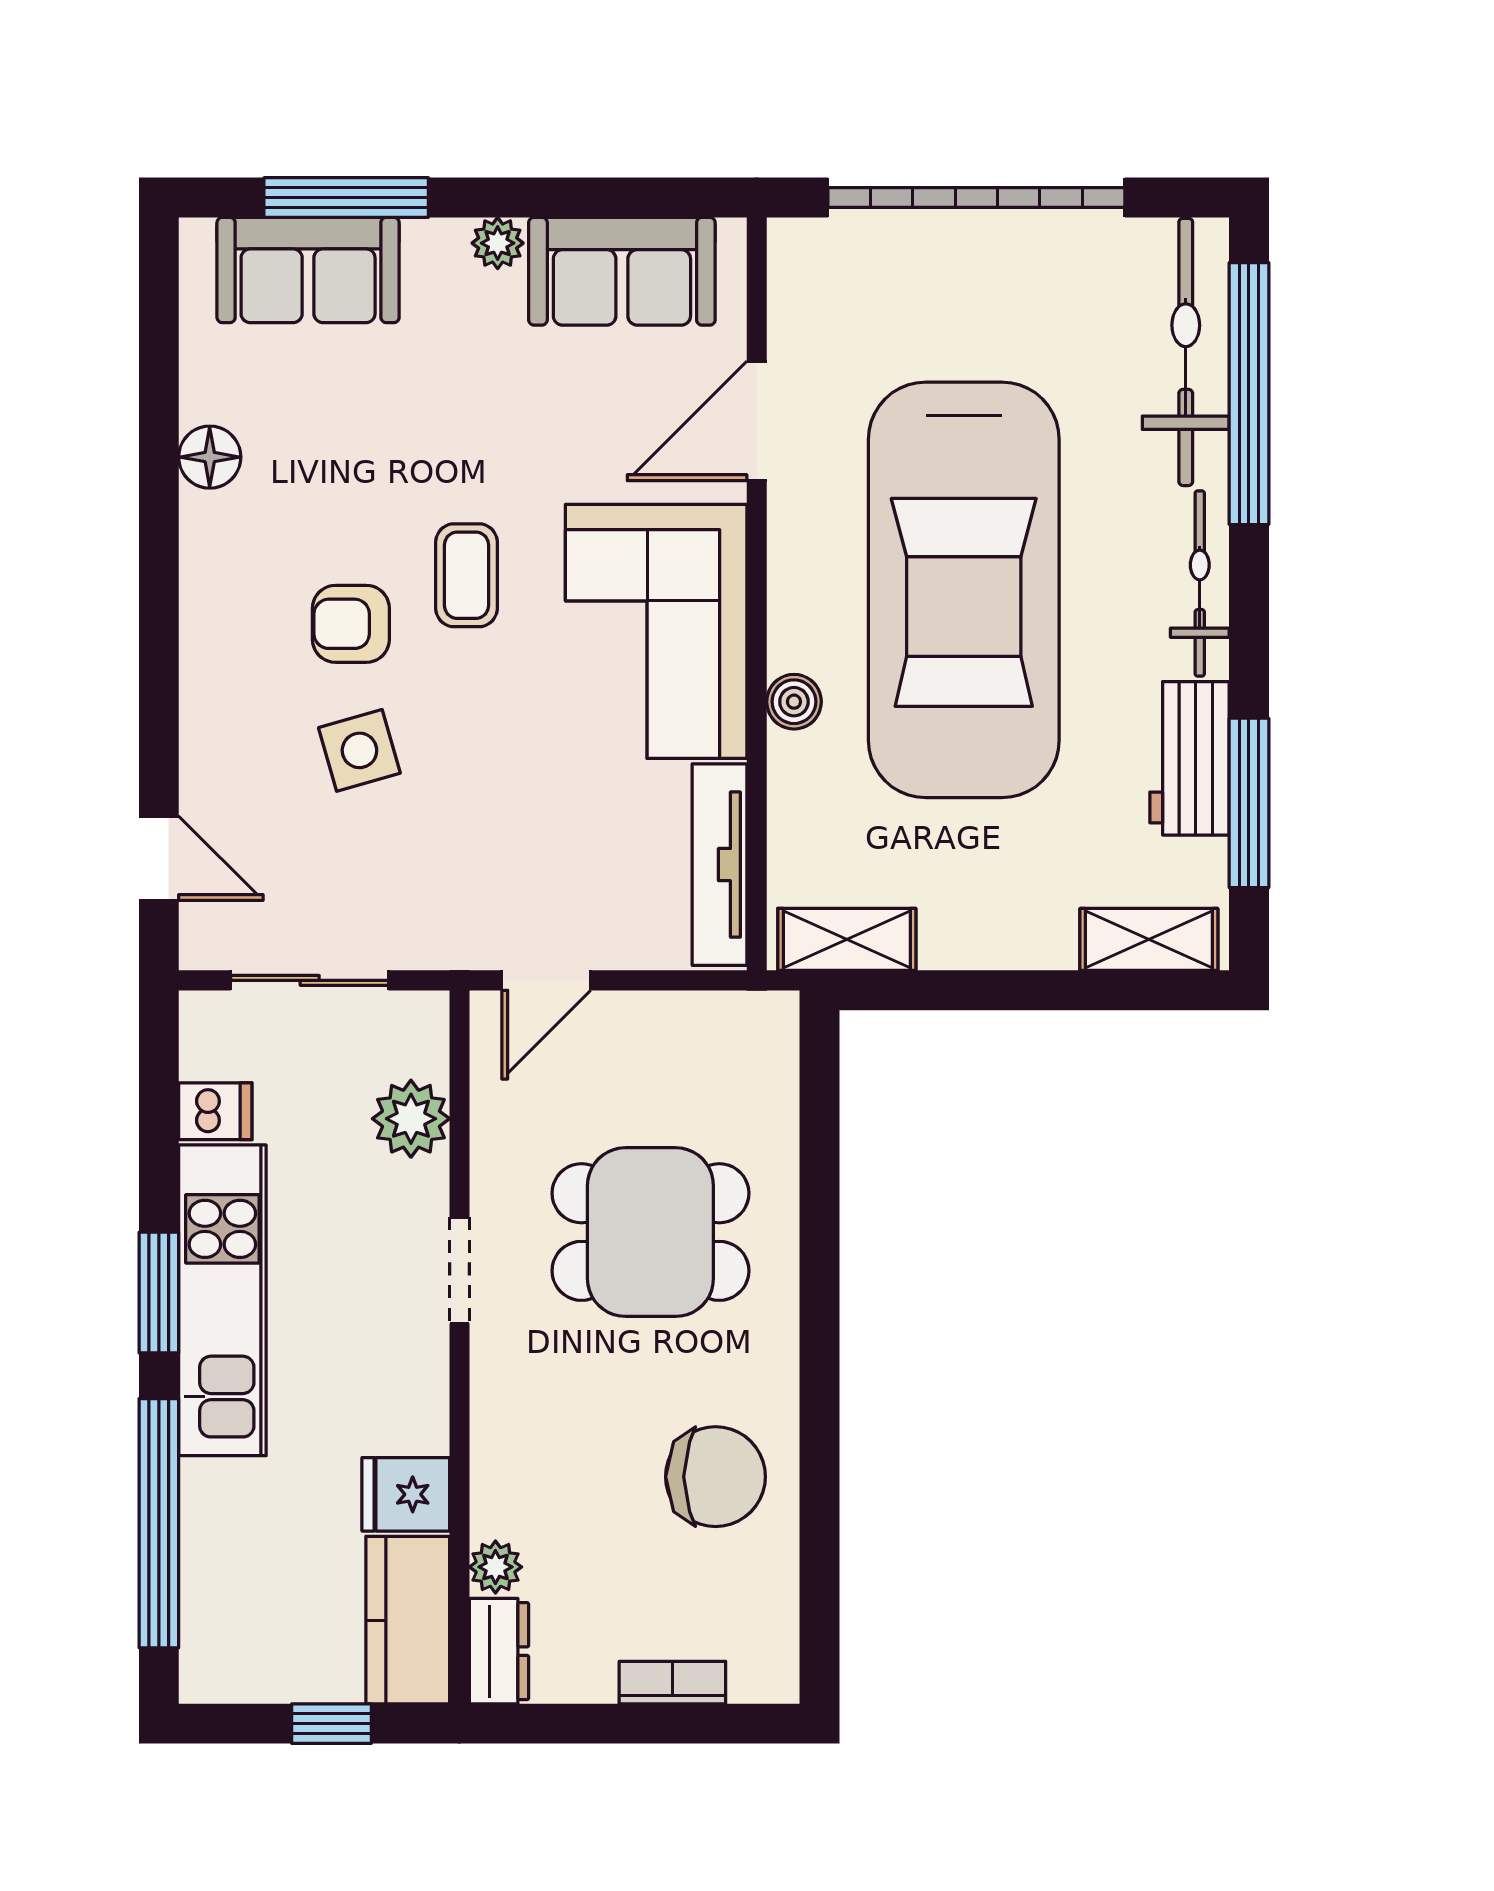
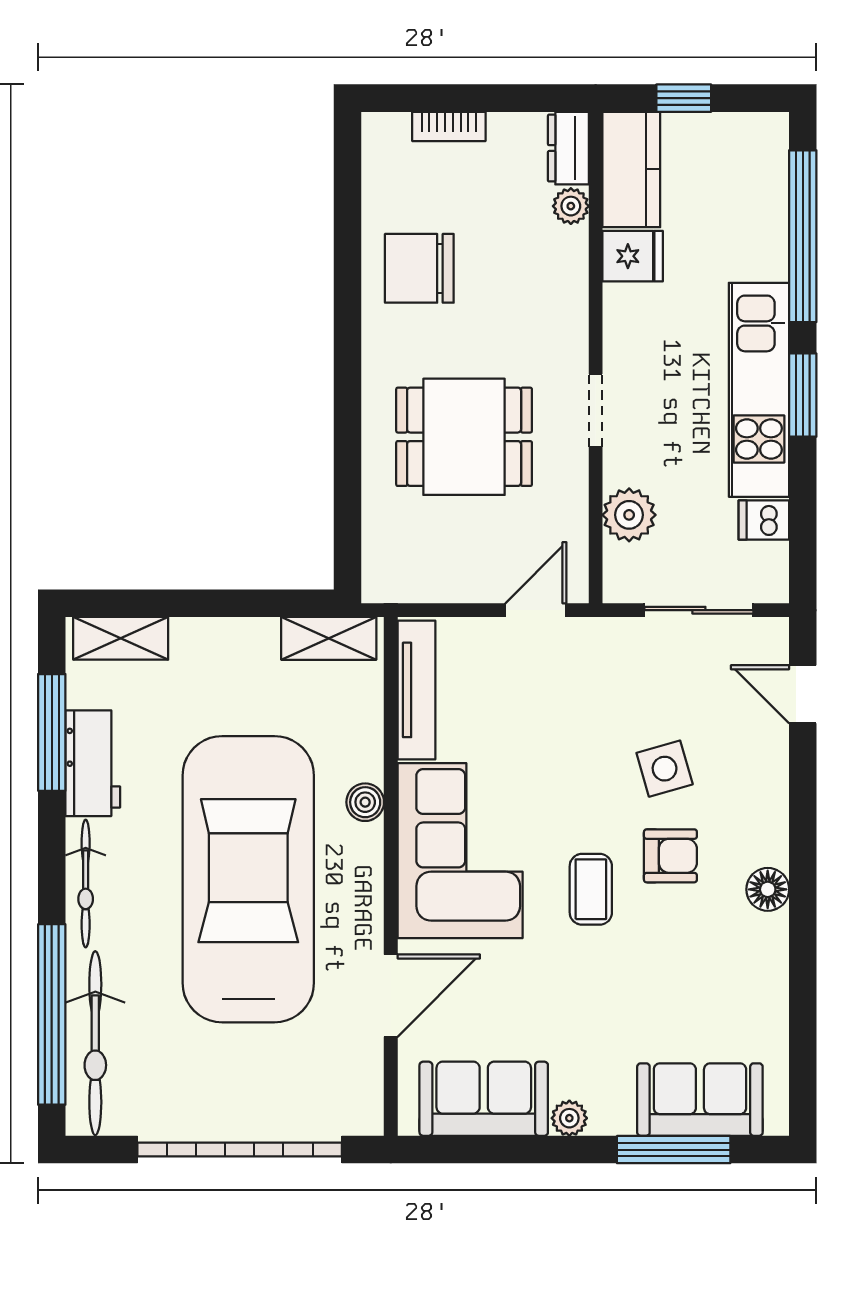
floor lamp: (210, 457) -> (768, 889), moved

